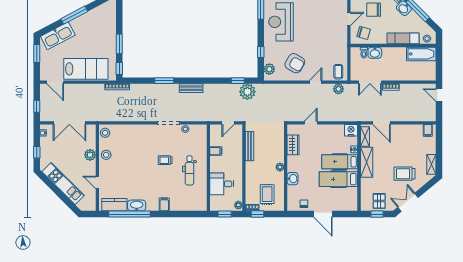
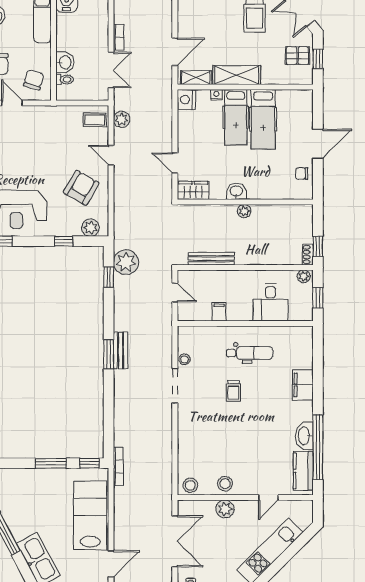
window: (164, 81) -> (109, 354), moved
wardrobe: (293, 145) -> (193, 190), moved
washbasin: (293, 179) -> (236, 191), moved
rug: (267, 194) -> (287, 231), removed
filing cabinet: (164, 204) -> (303, 385), width x2.00

